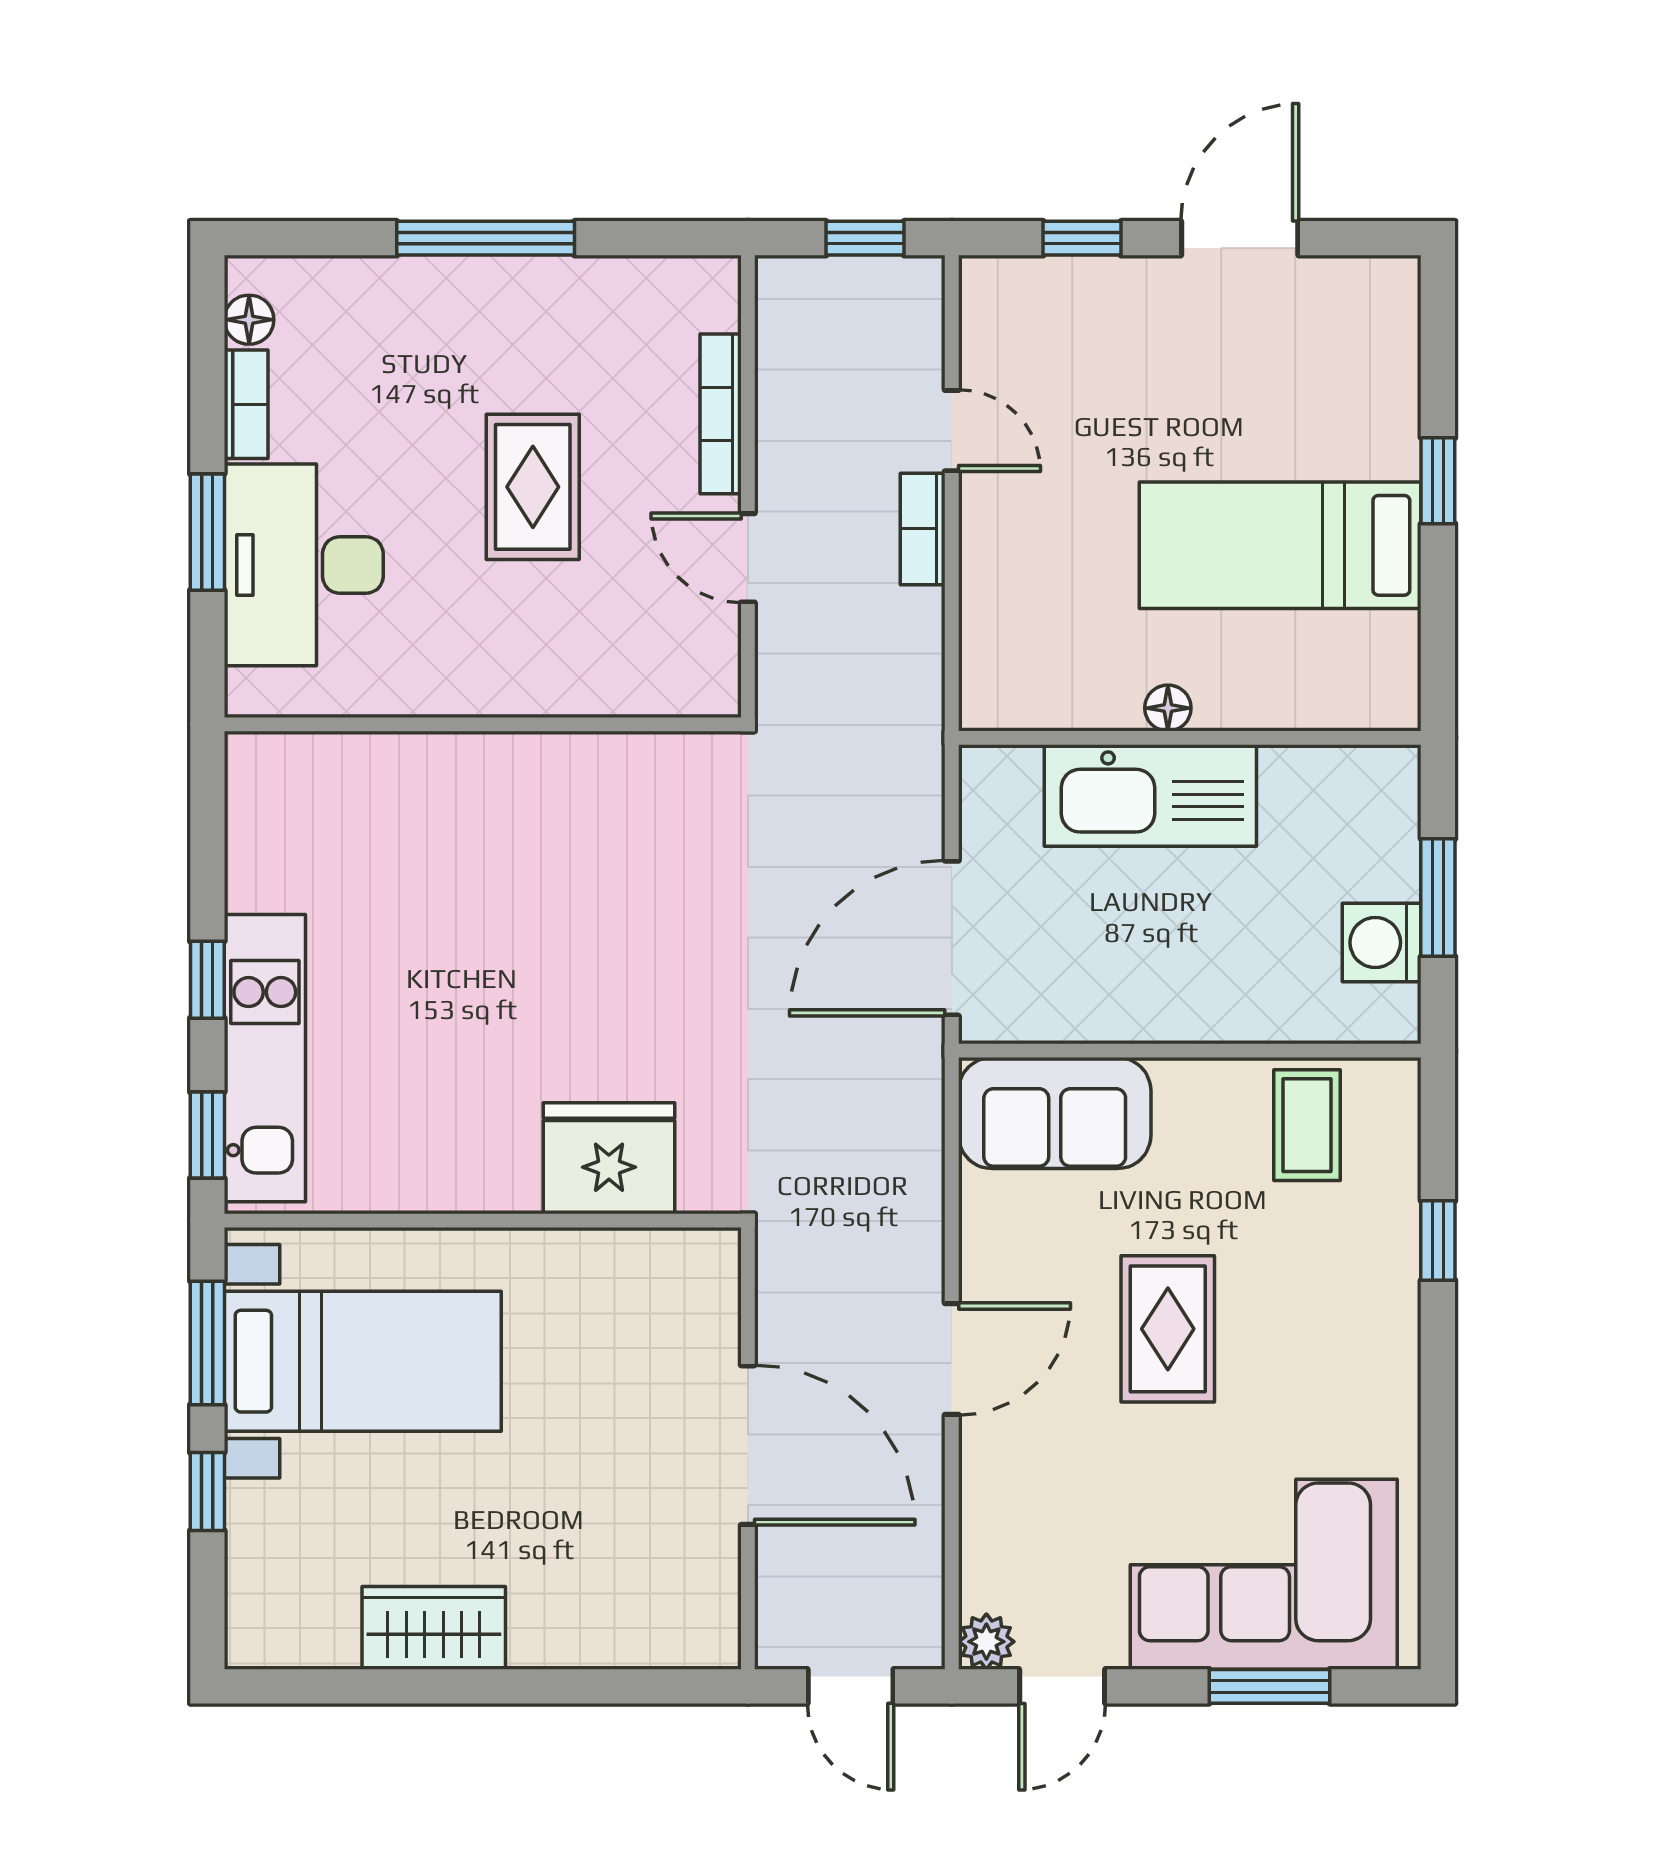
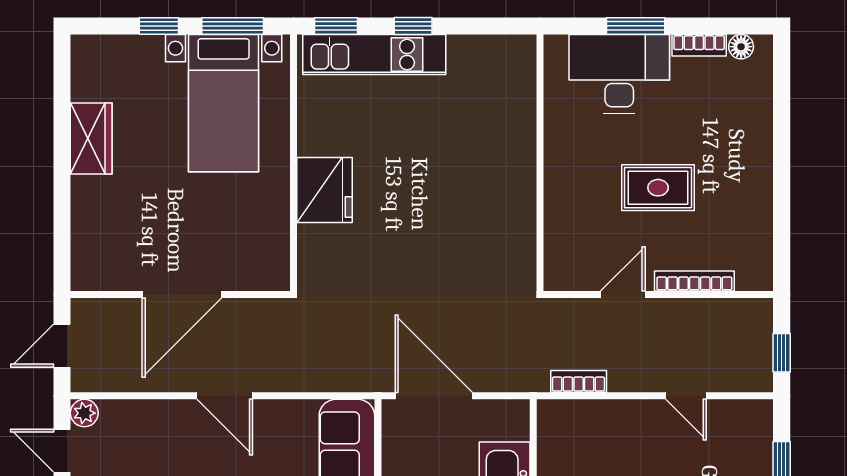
window: (486, 238) -> (782, 164), removed
door: (952, 431) -> (686, 396), hinge flipped
bookcase: (923, 529) -> (579, 381), moved
fridge: (609, 1158) -> (324, 190), moved

